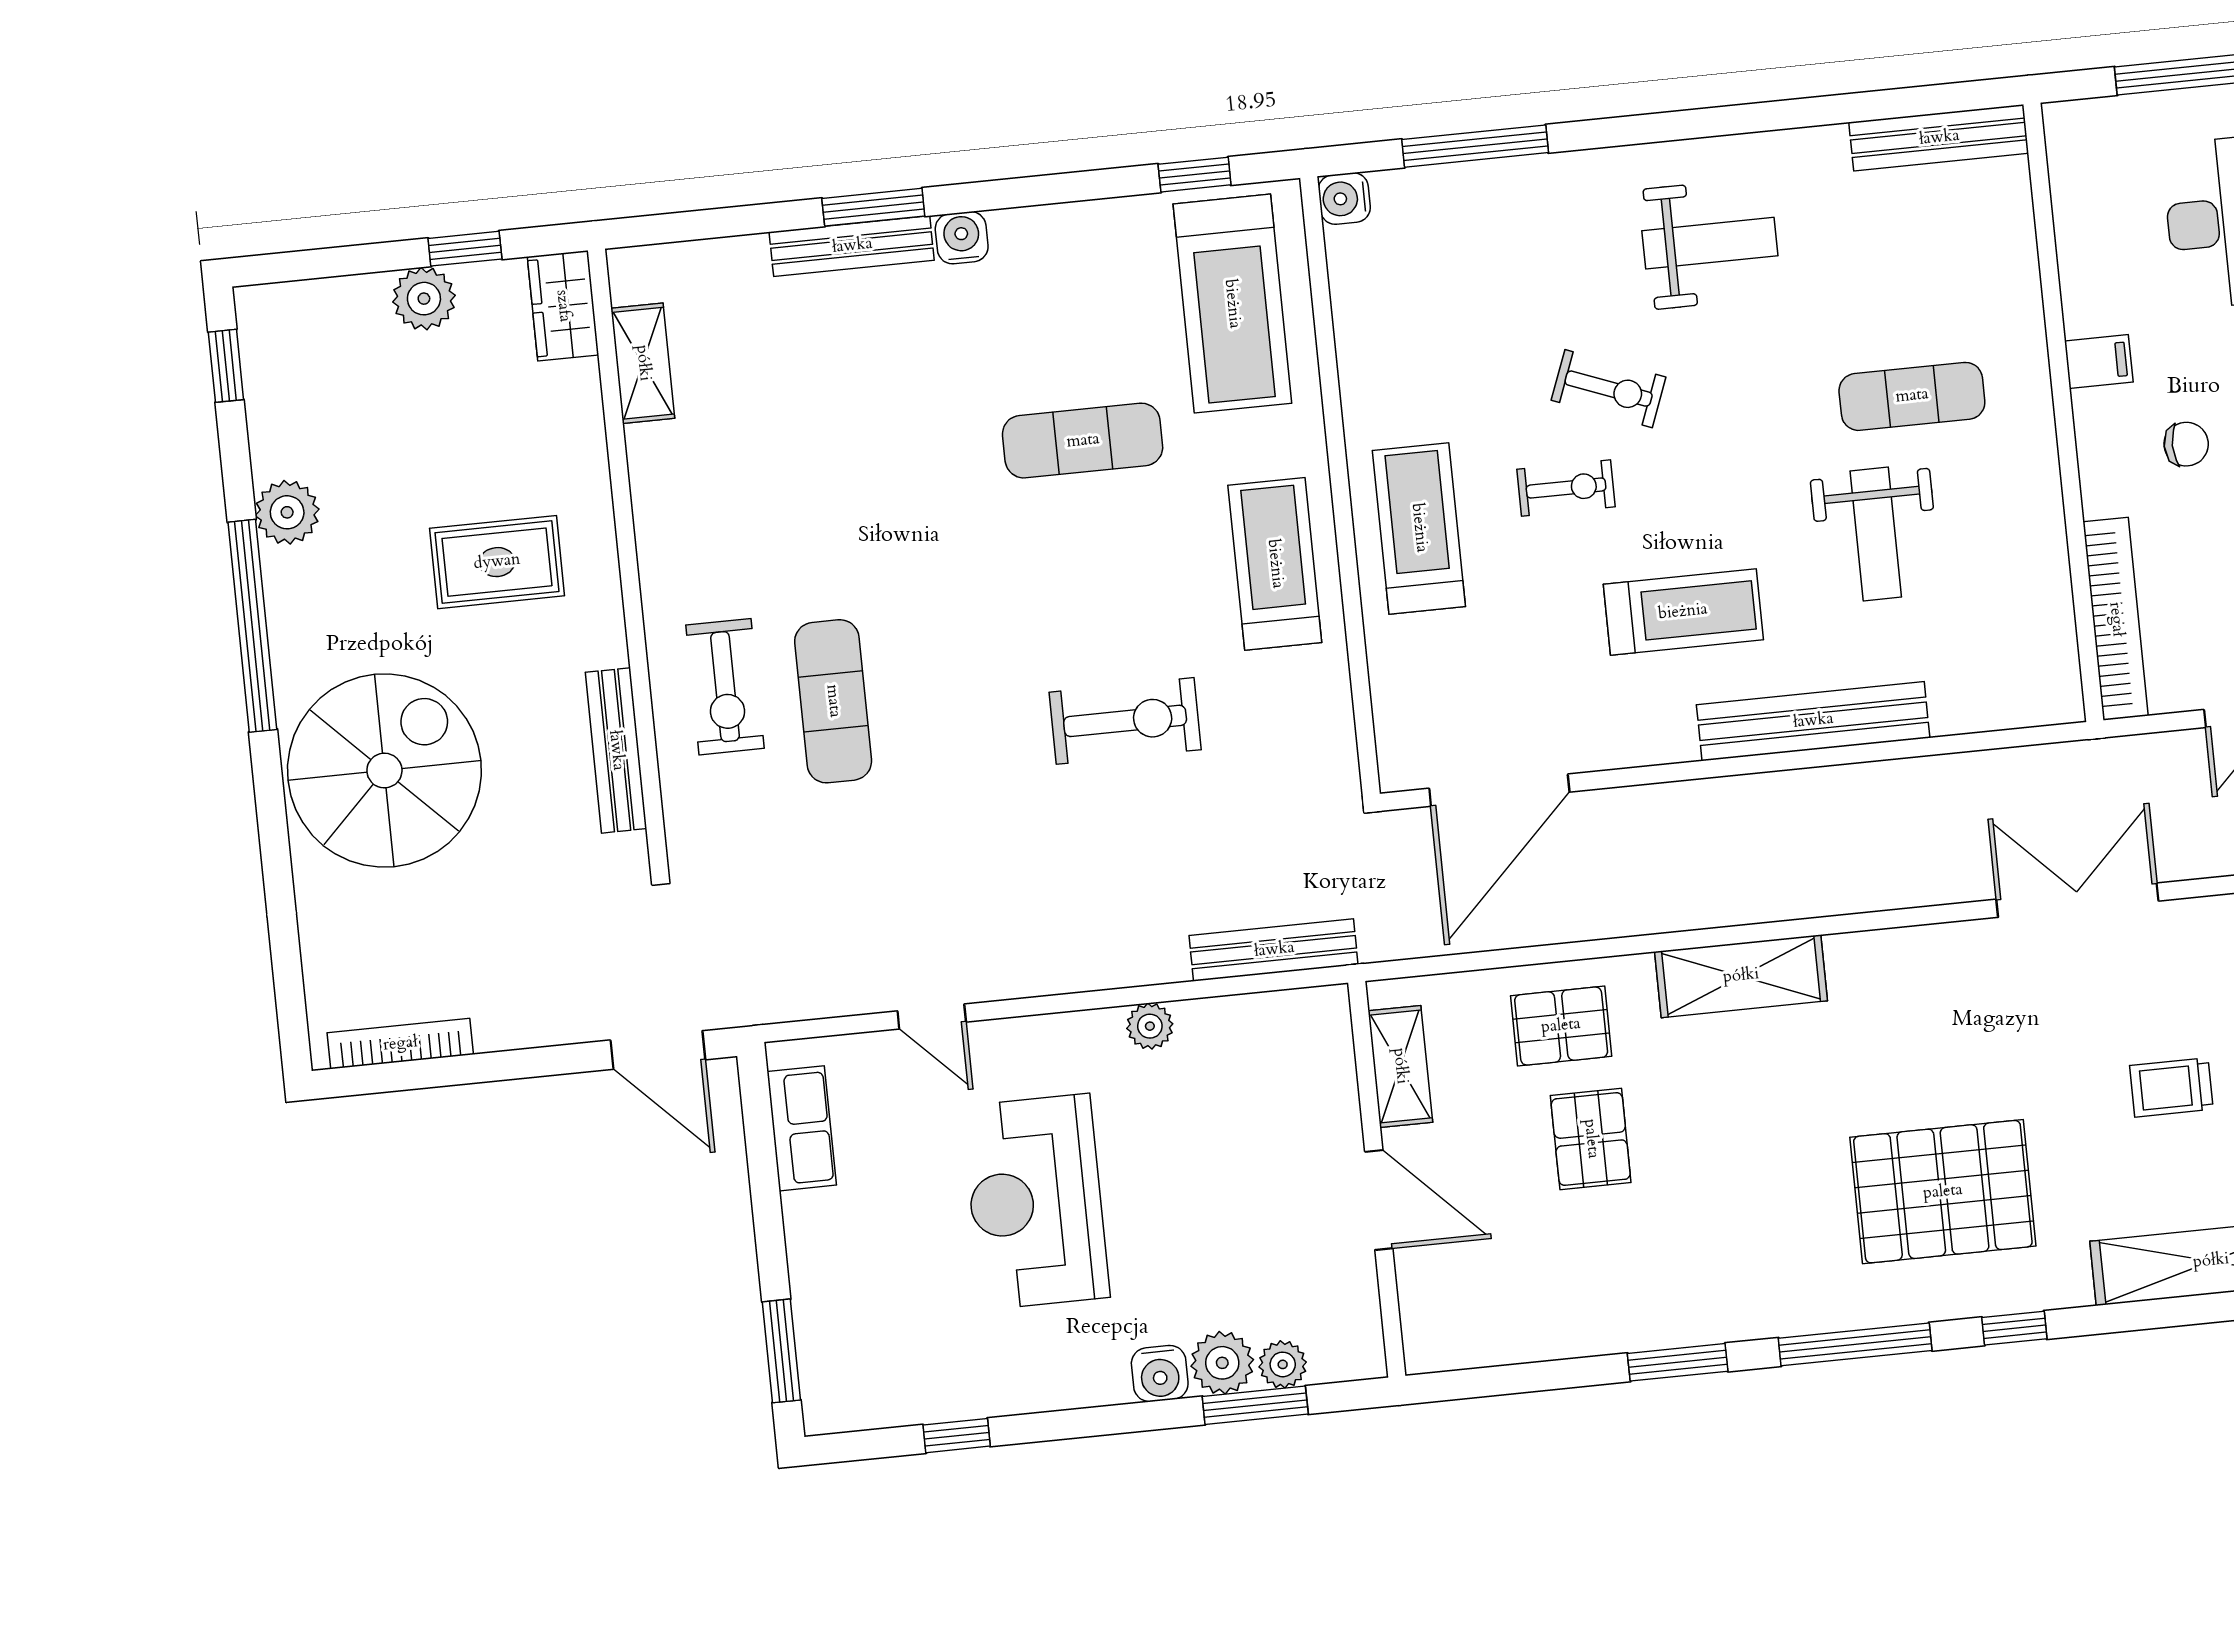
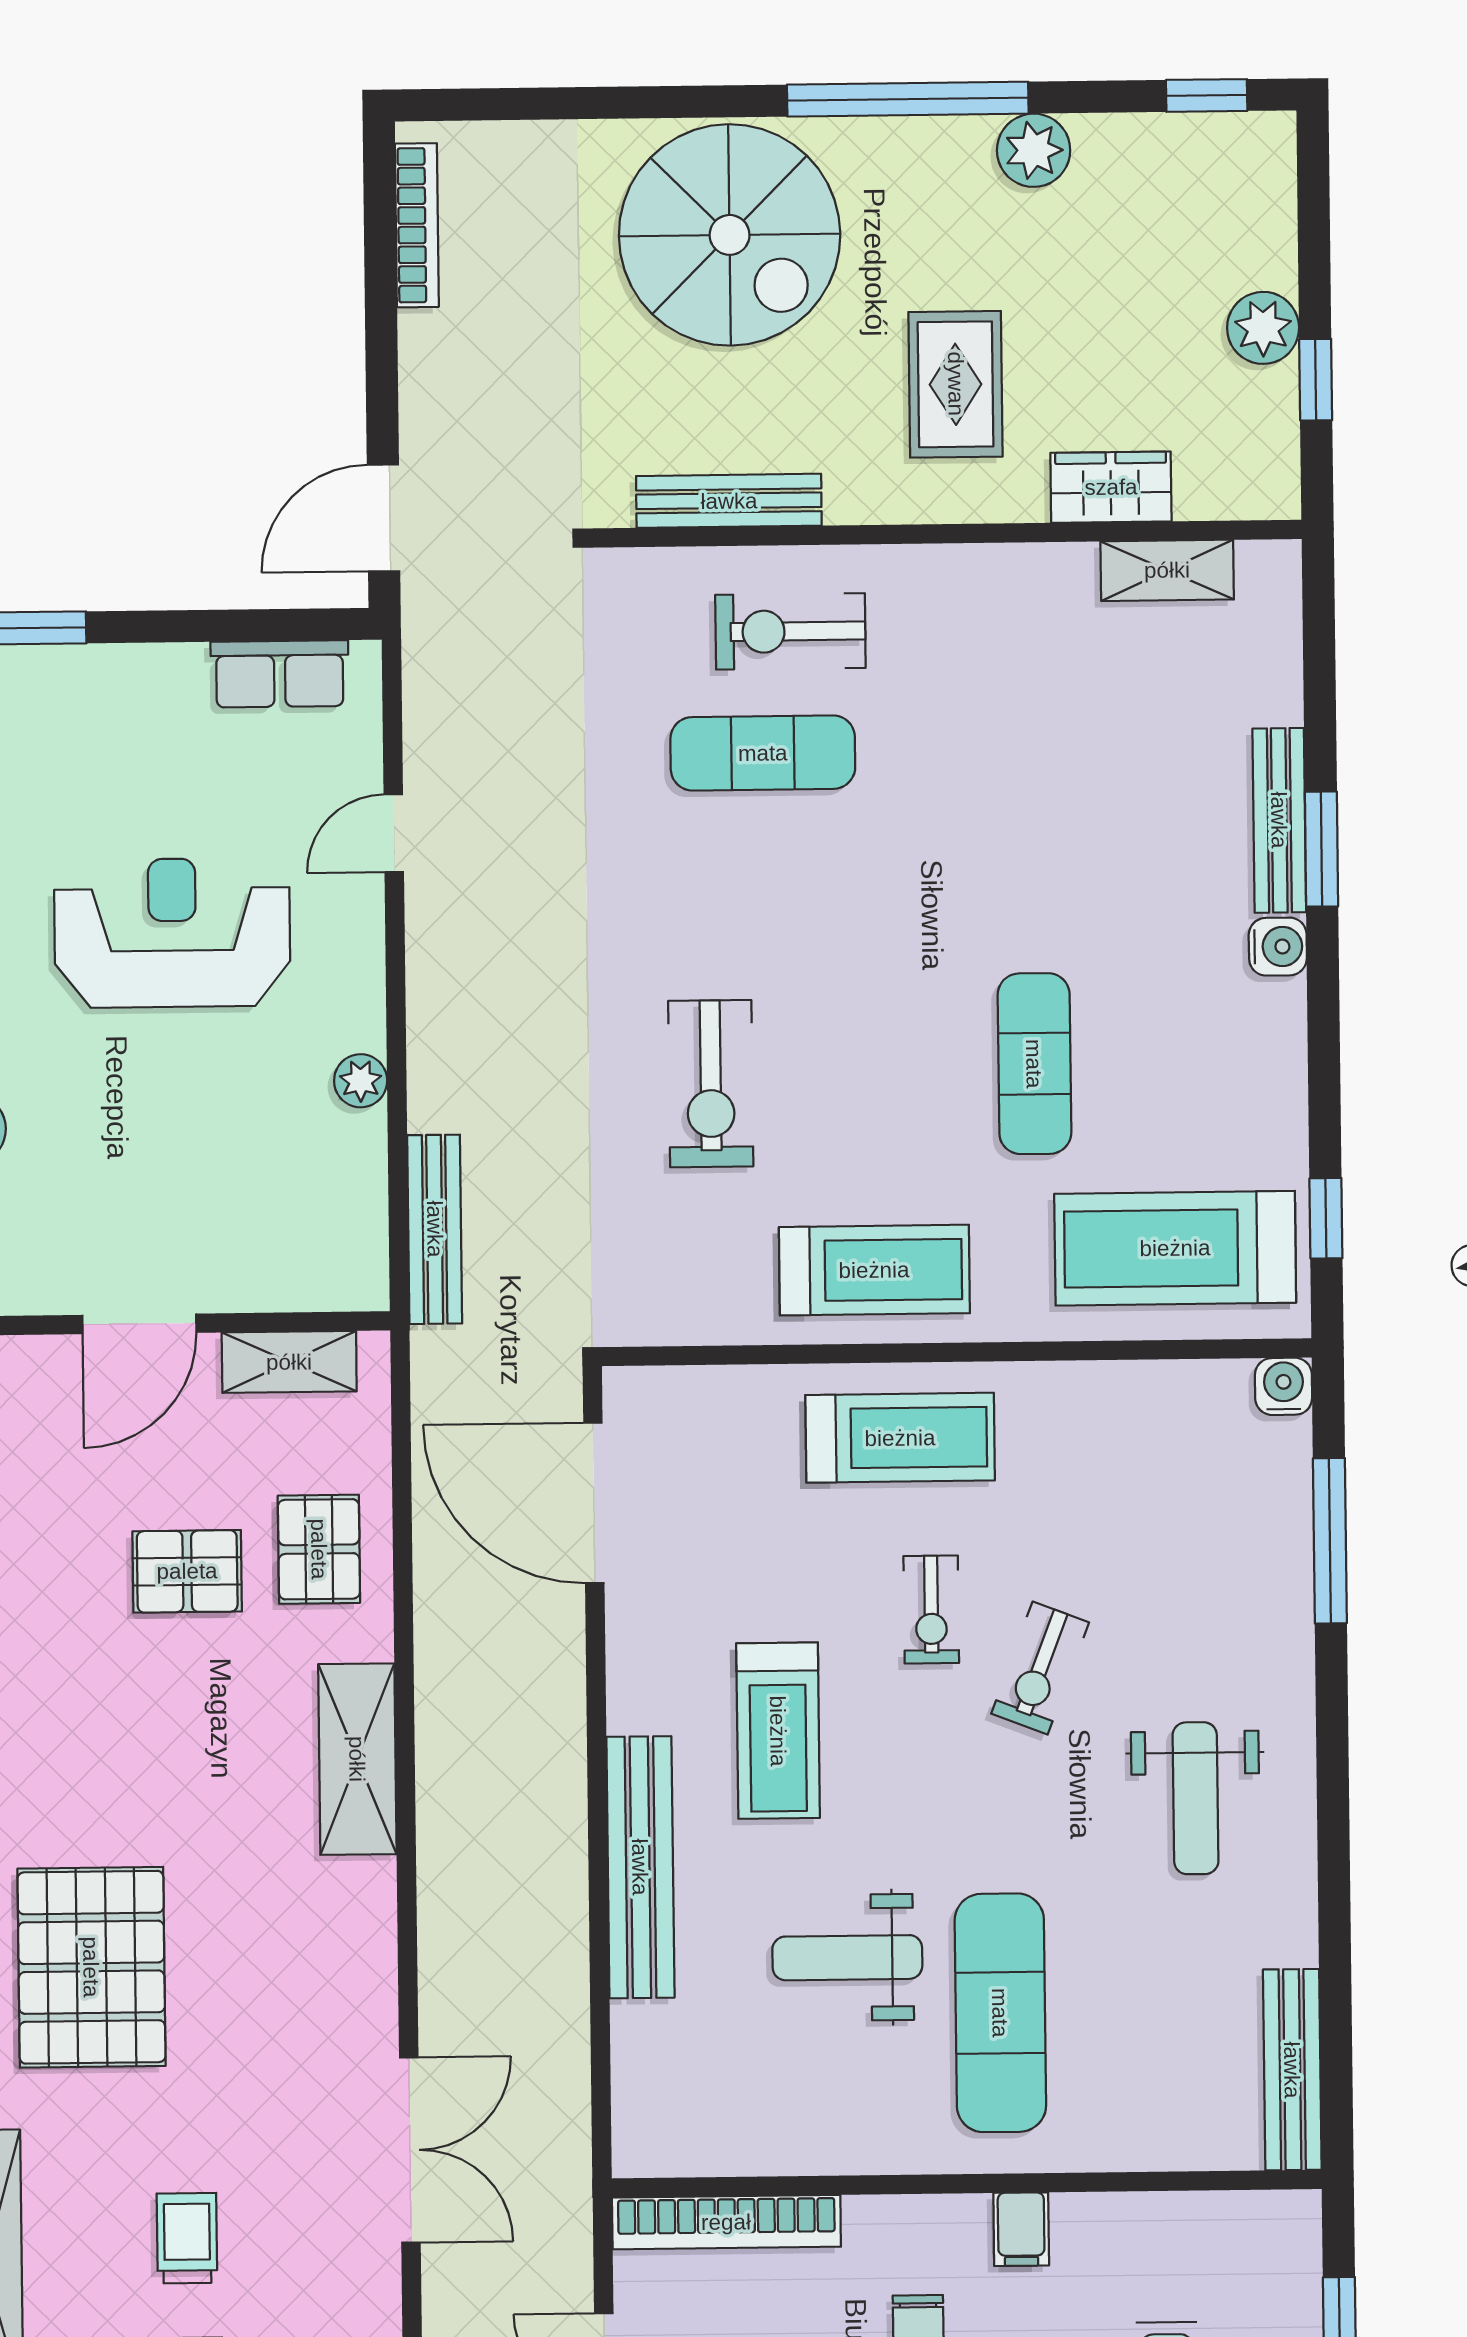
wardrobe: (563, 306) -> (1111, 487), moved
exercise mat: (1912, 396) -> (1000, 2013), width x1.36, depth x1.45

